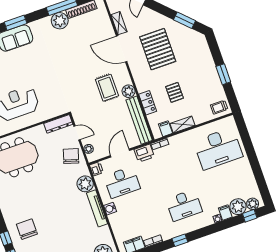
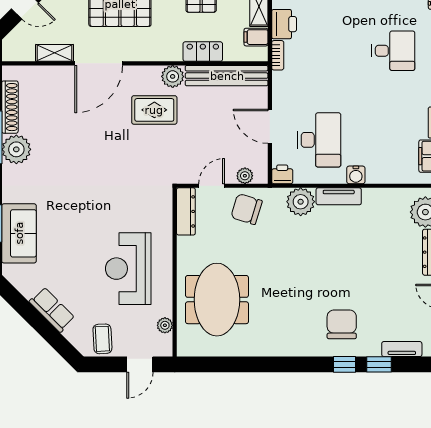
printer: (144, 153) -> (284, 24), moved
desk: (184, 205) -> (393, 51), width x0.73
tv unit: (97, 208) -> (339, 196), width x0.71
chair: (27, 229) -> (342, 324), turned 90

